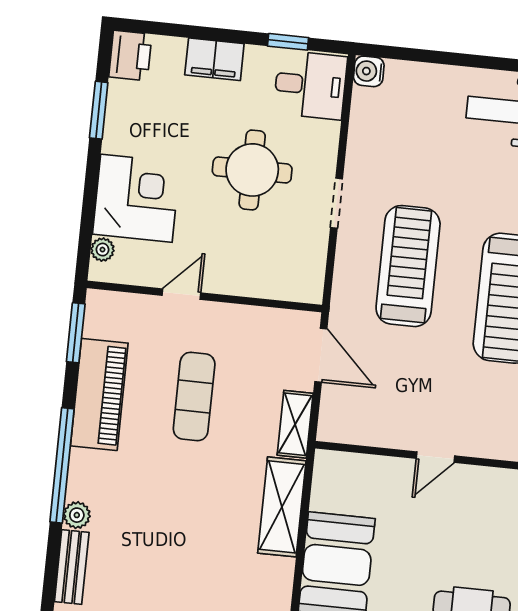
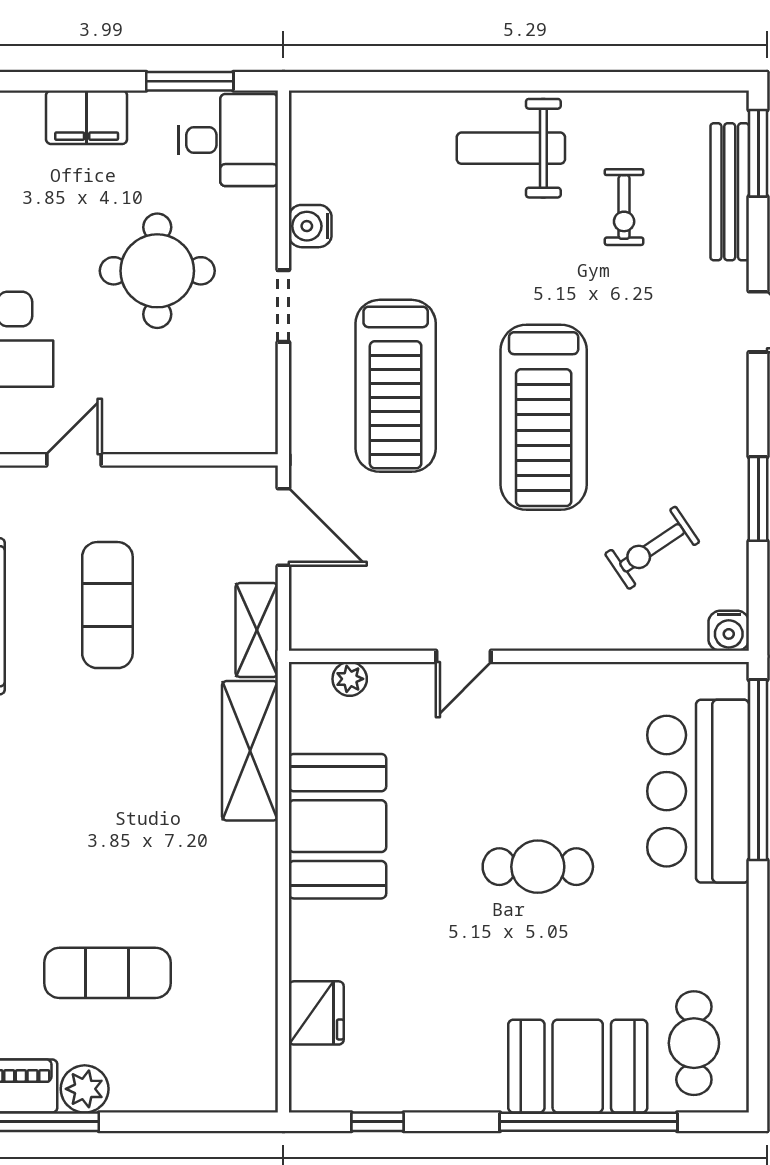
window: (288, 42) -> (190, 81), width x1.50
water cooler: (369, 71) -> (310, 226), moved
treadmill: (408, 266) -> (396, 386), turned 180
plant: (356, 465) -> (350, 679), added

